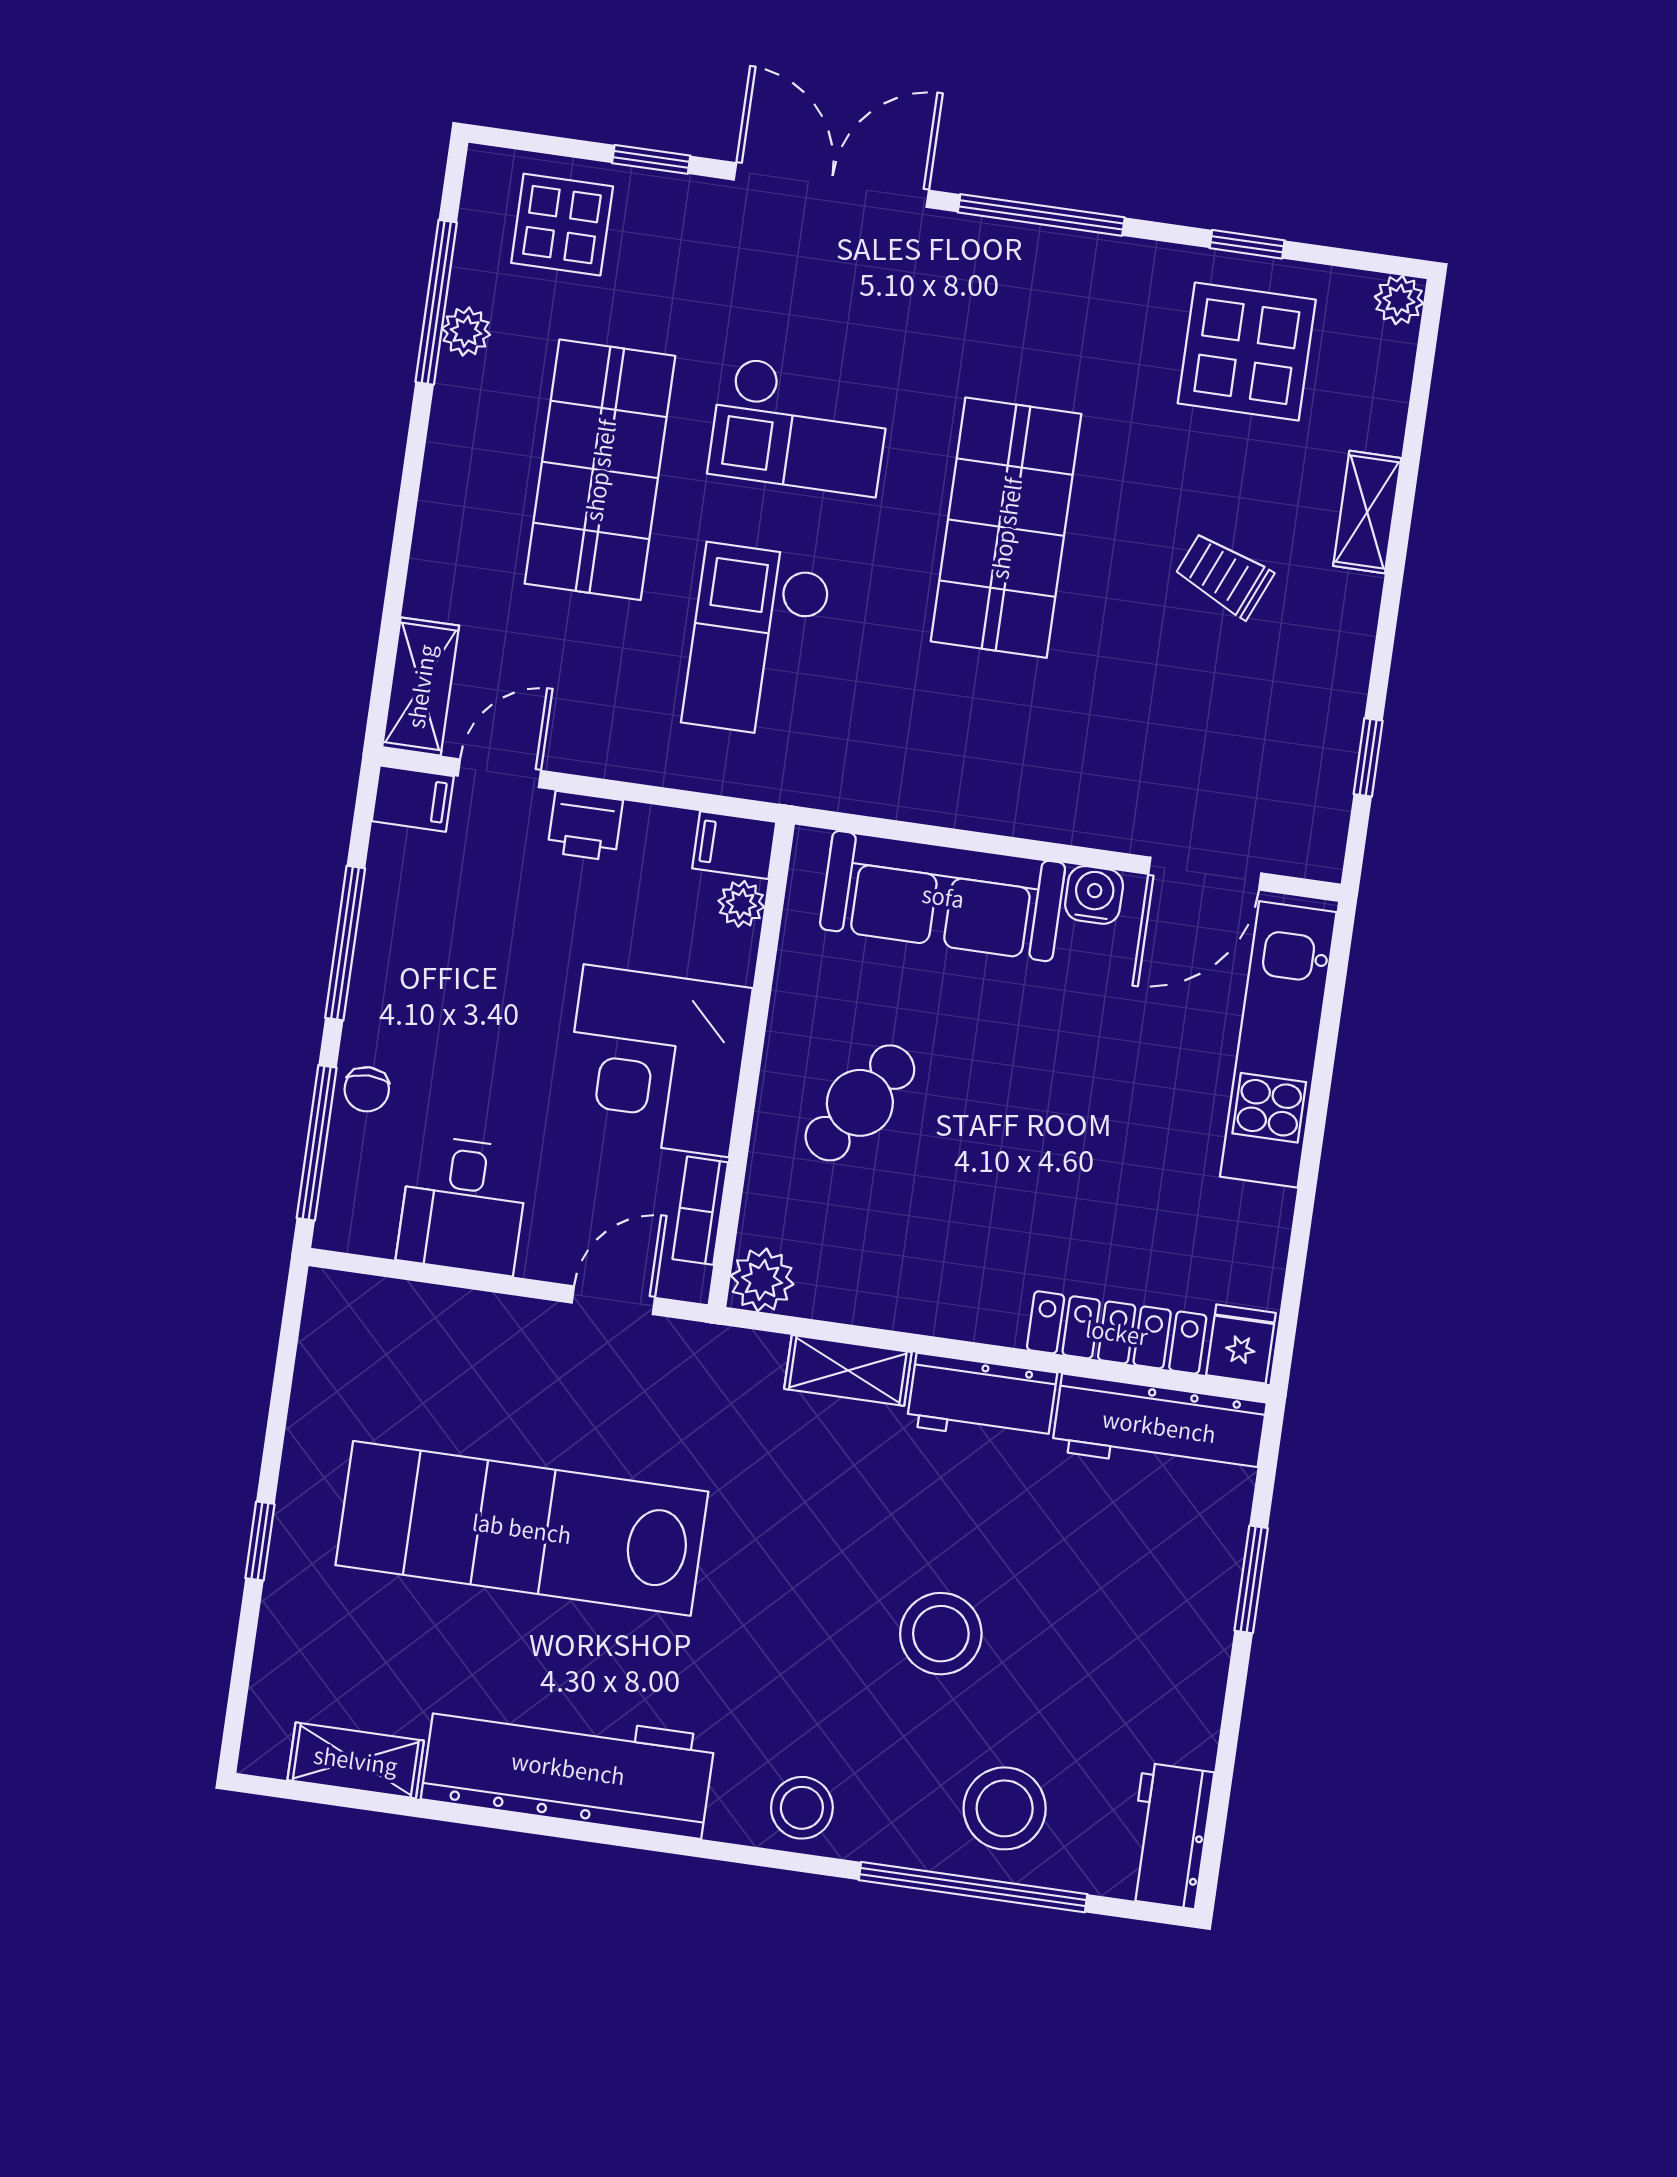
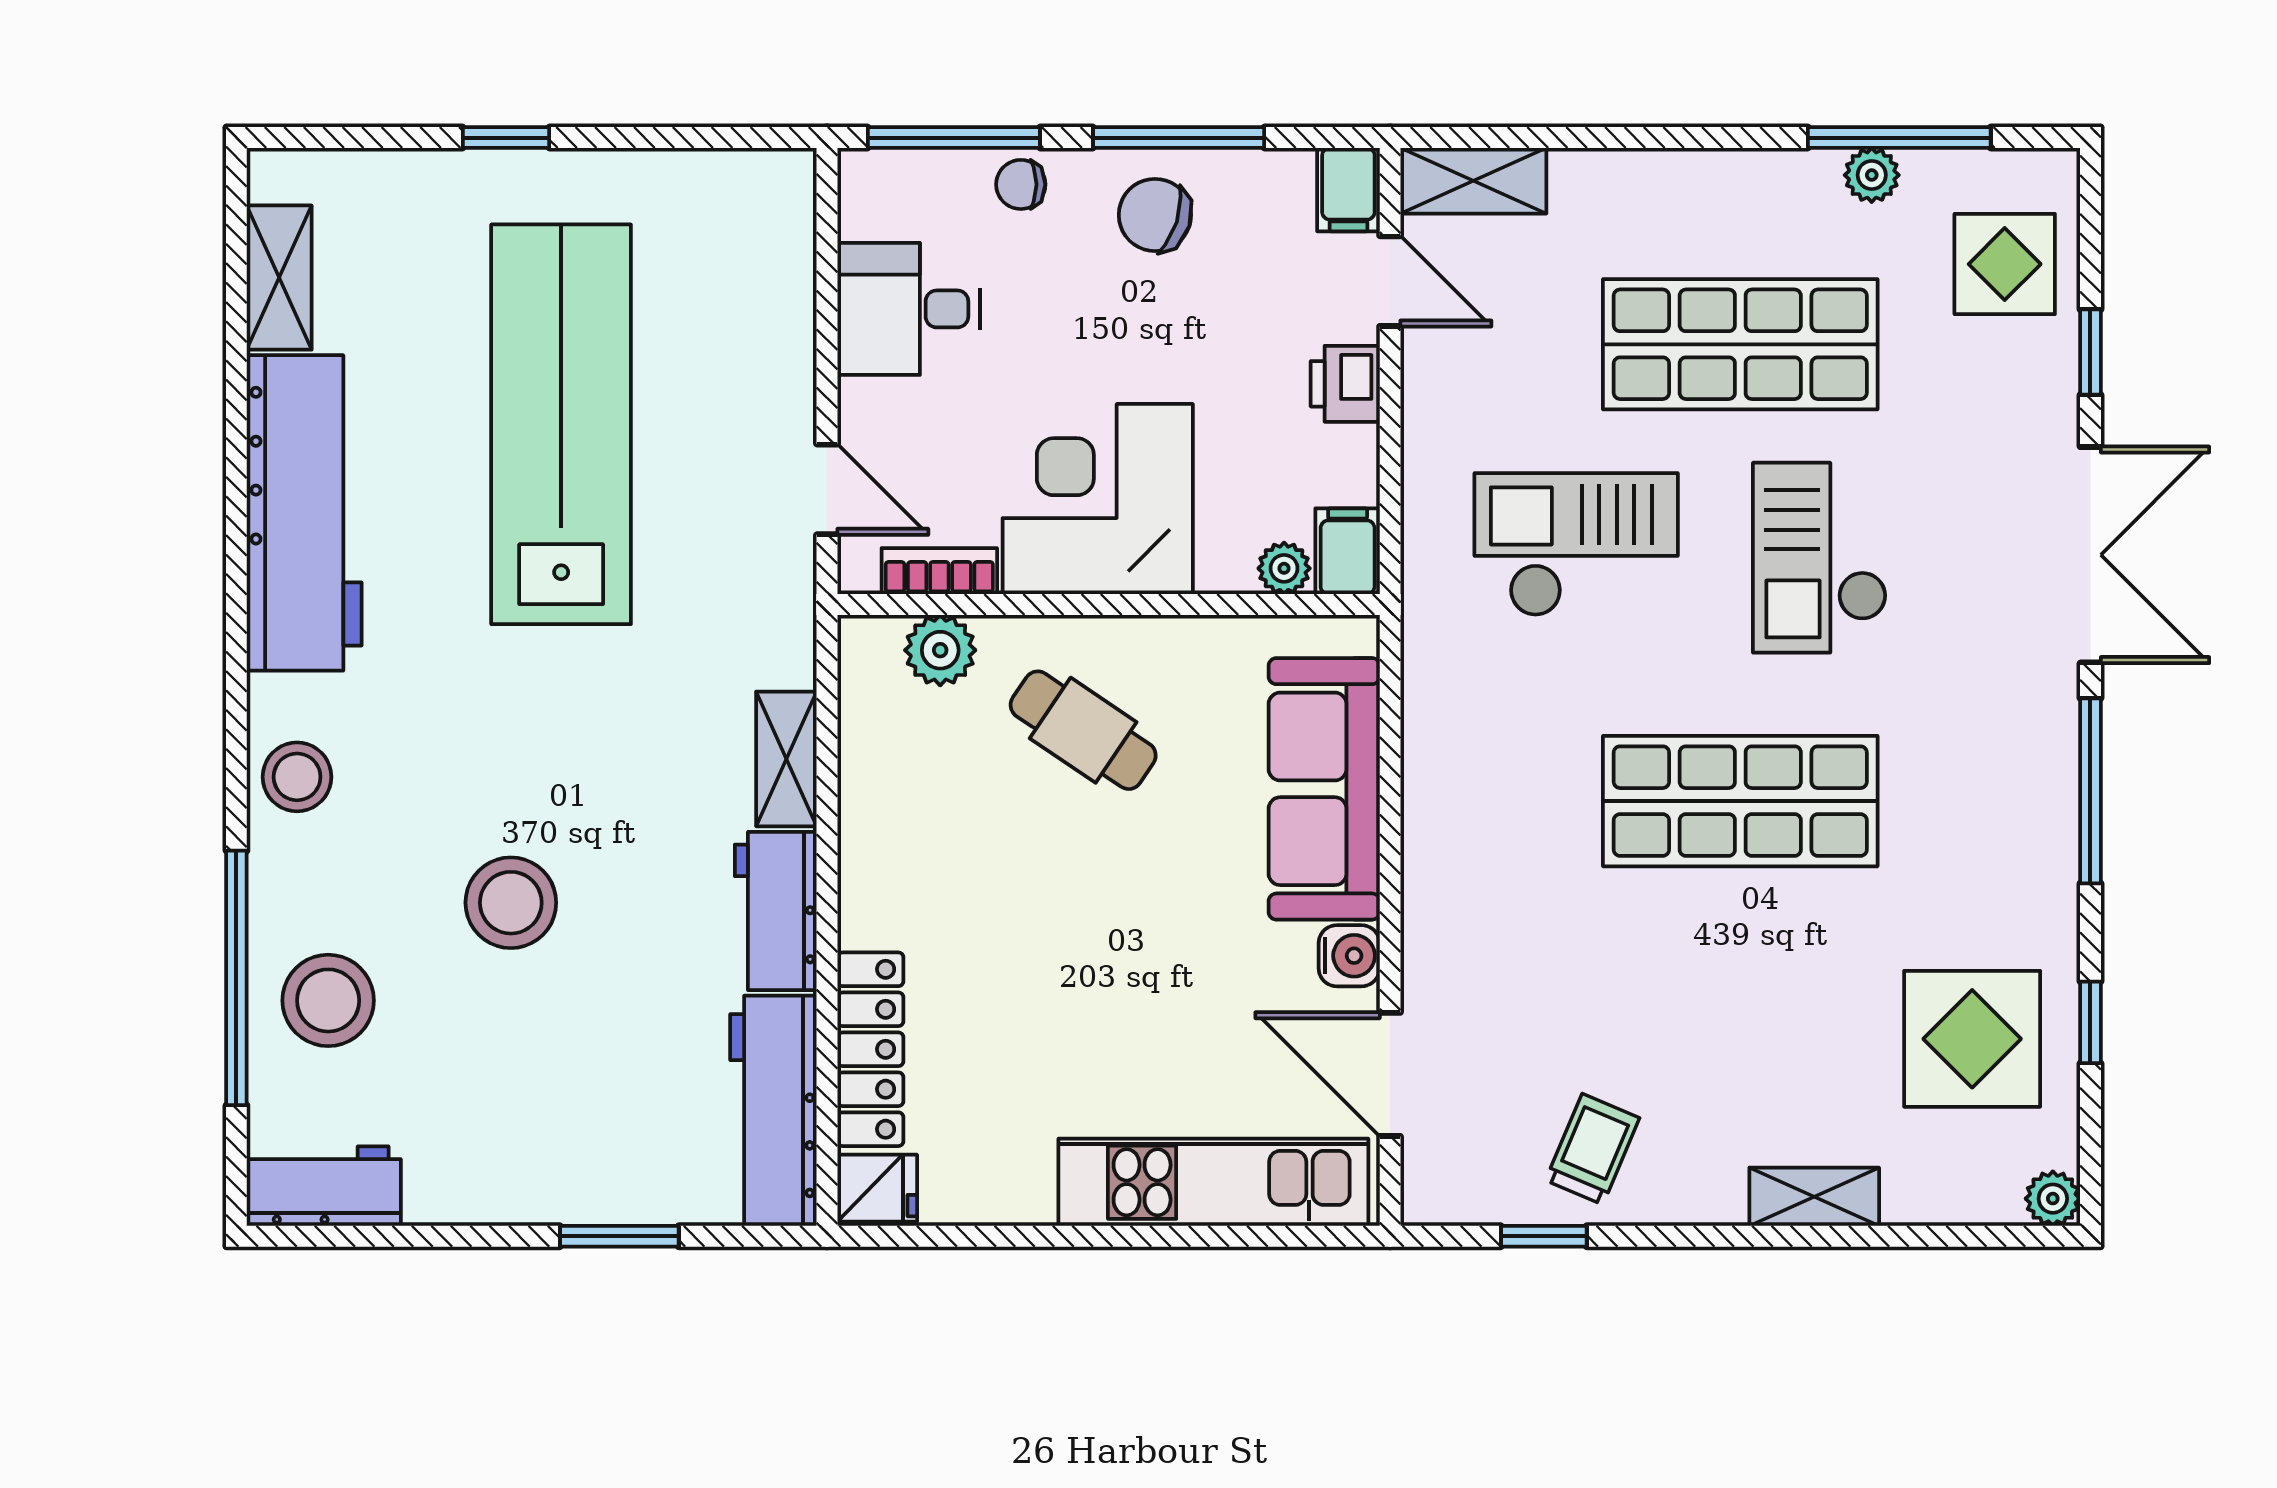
trolley: (1224, 575) -> (1593, 1149), moved
chair: (411, 974) -> (1155, 215), added
plant: (762, 1280) -> (940, 650), moved

